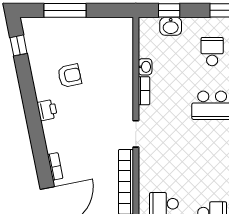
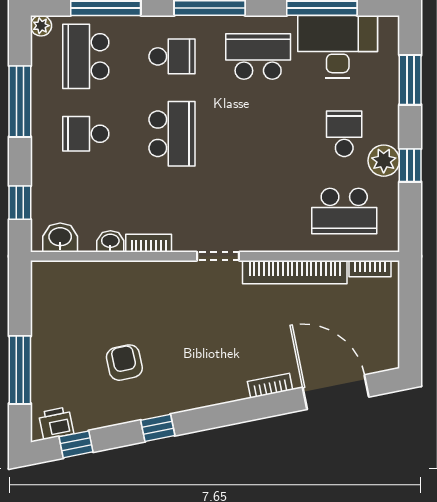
washbasin: (171, 26) -> (60, 238), moved, turned -90
window: (29, 96) -> (158, 428), added
printer: (47, 110) -> (56, 423), moved

